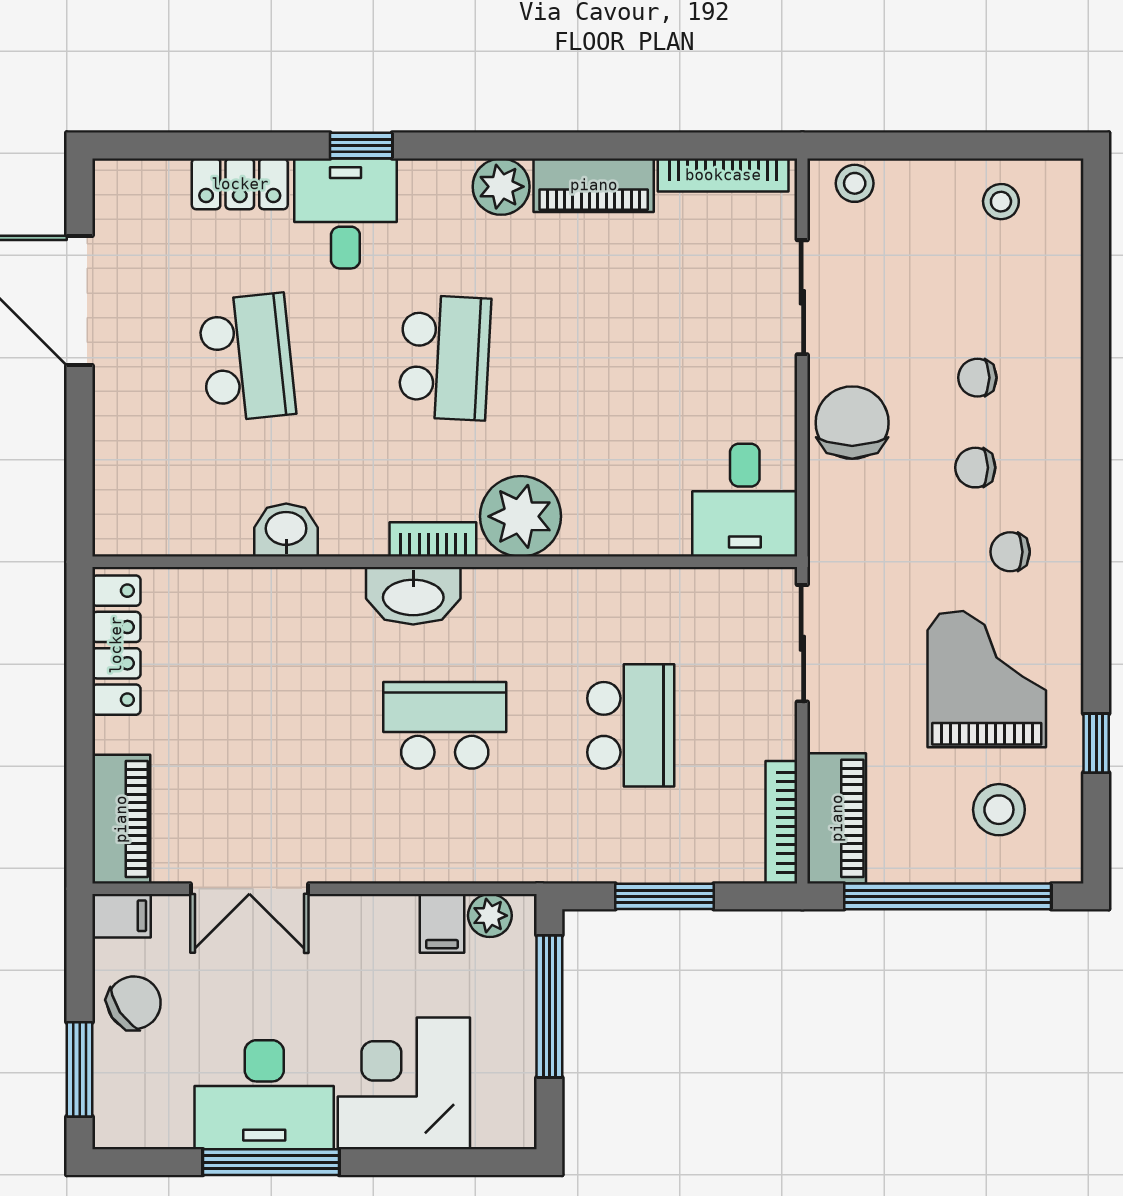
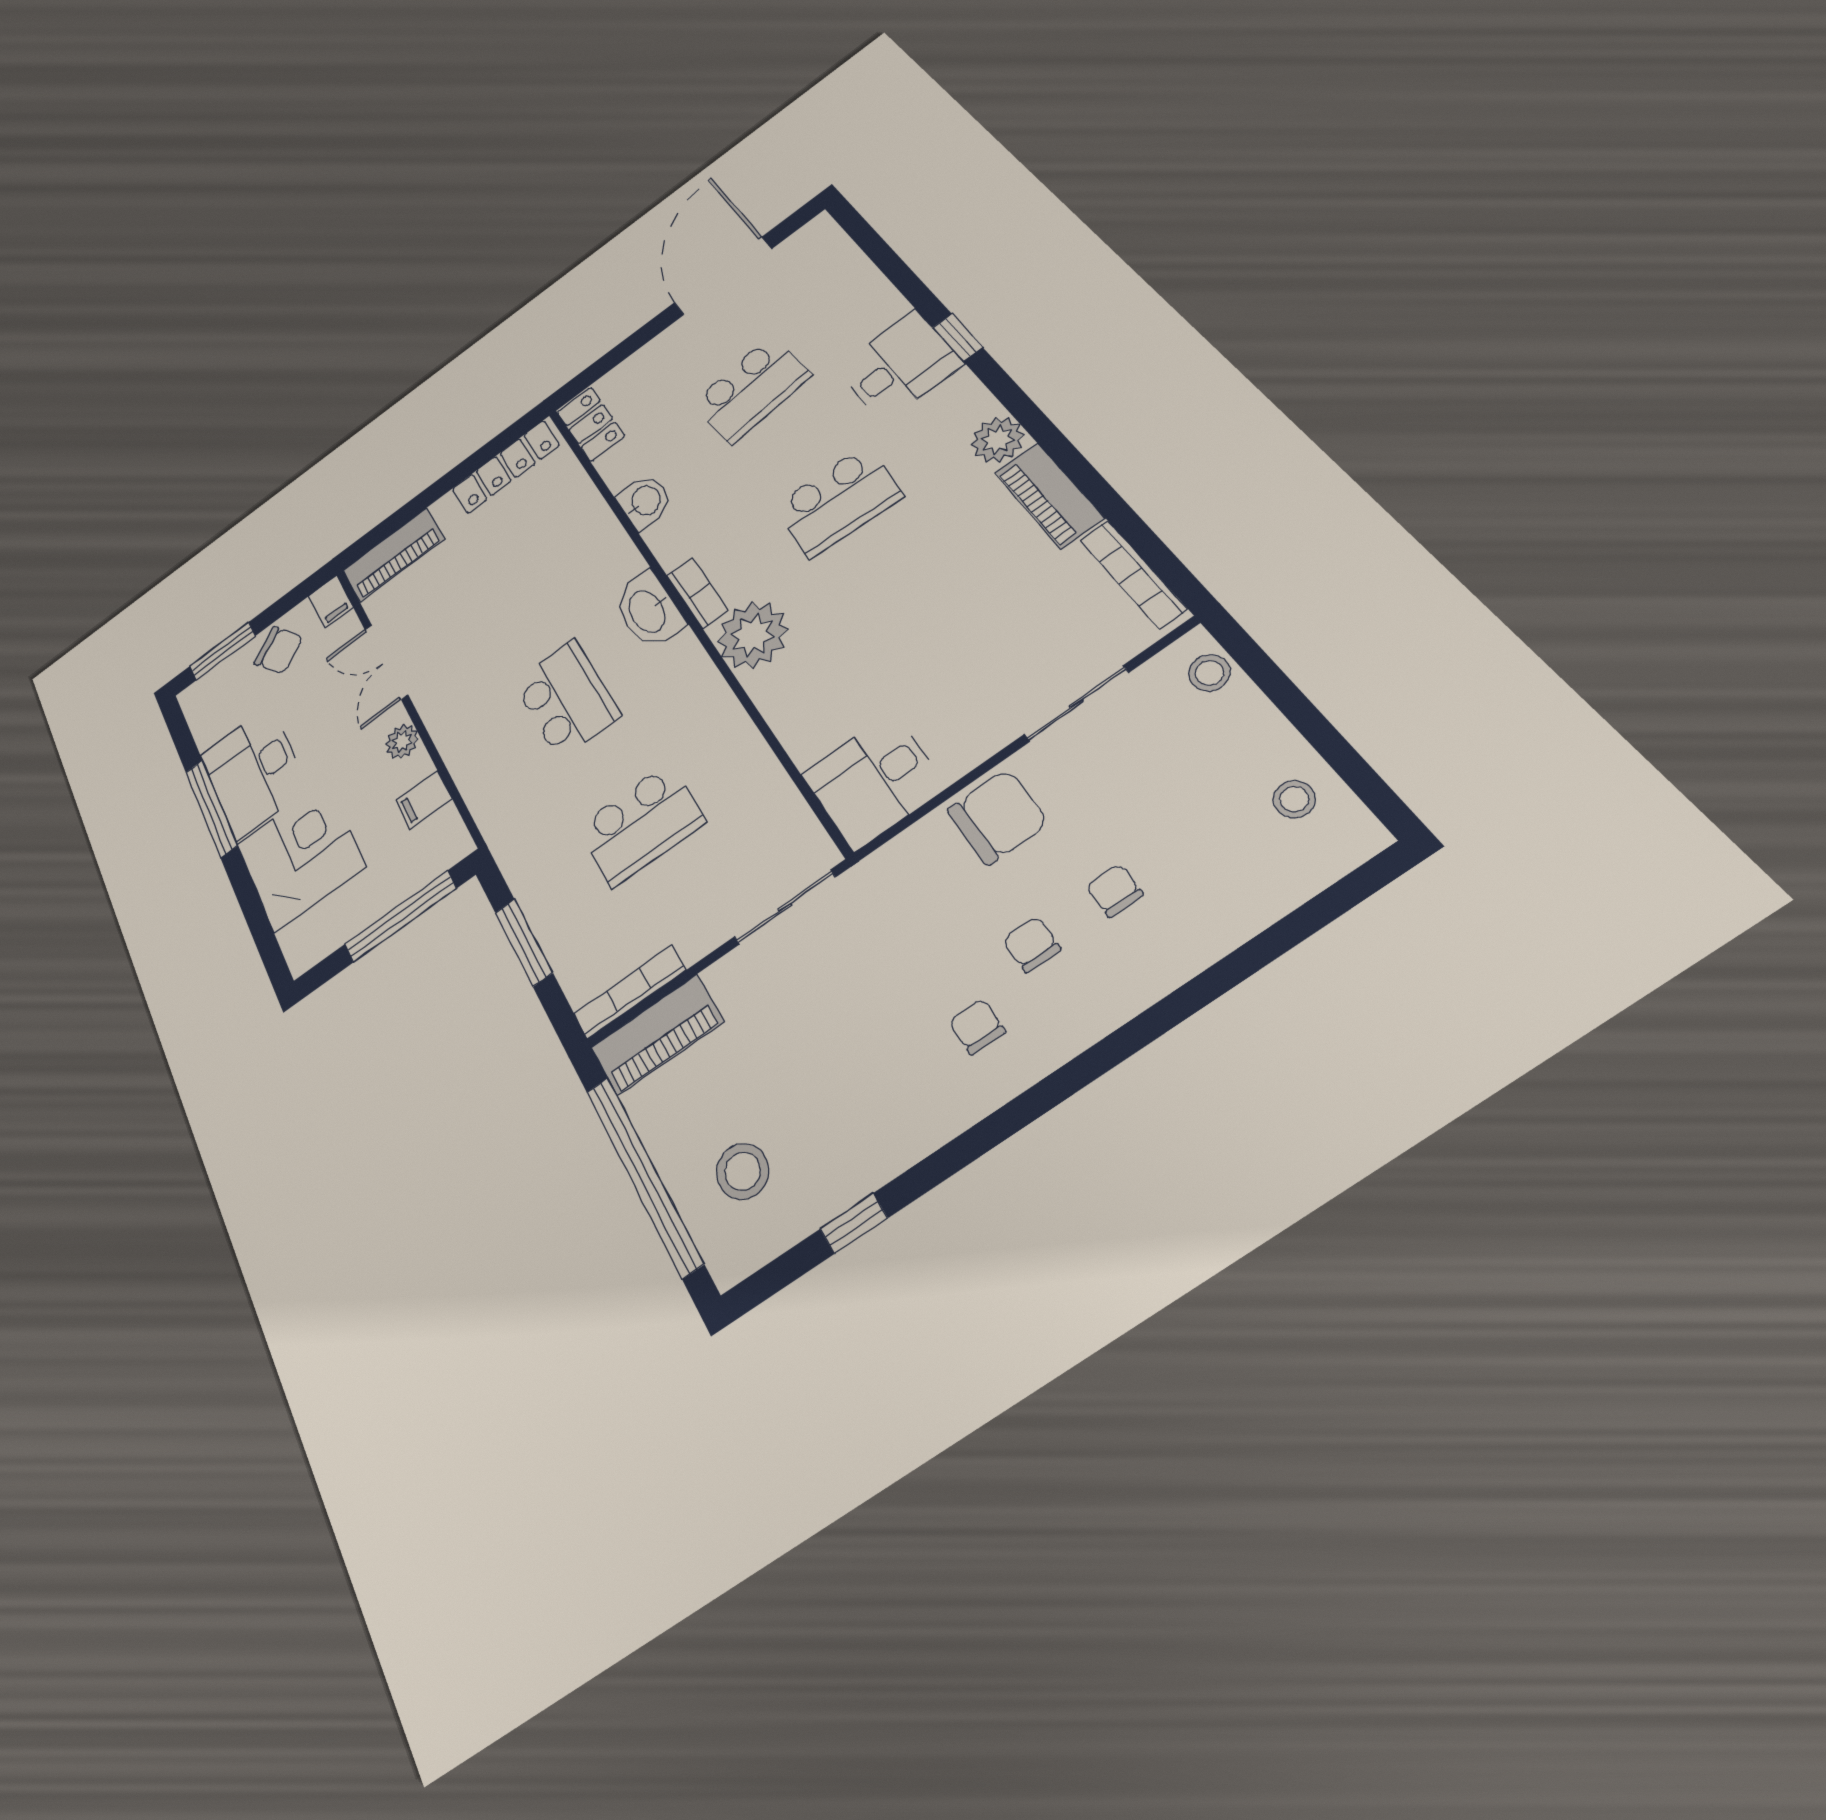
locker: (240, 184) -> (591, 424), moved, turned 180
grand piano: (987, 679) -> (850, 1083), removed
plant: (490, 916) -> (402, 742), moved

